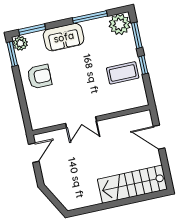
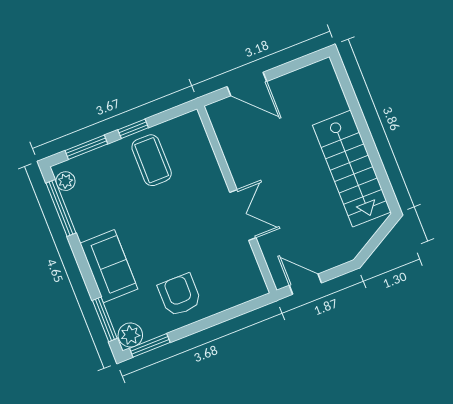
window: (90, 17) -> (61, 208), moved
plant: (120, 24) -> (66, 181), width x0.53, depth x0.53
door: (159, 137) -> (247, 84), hinge flipped
stairs: (132, 184) -> (352, 169), moved

